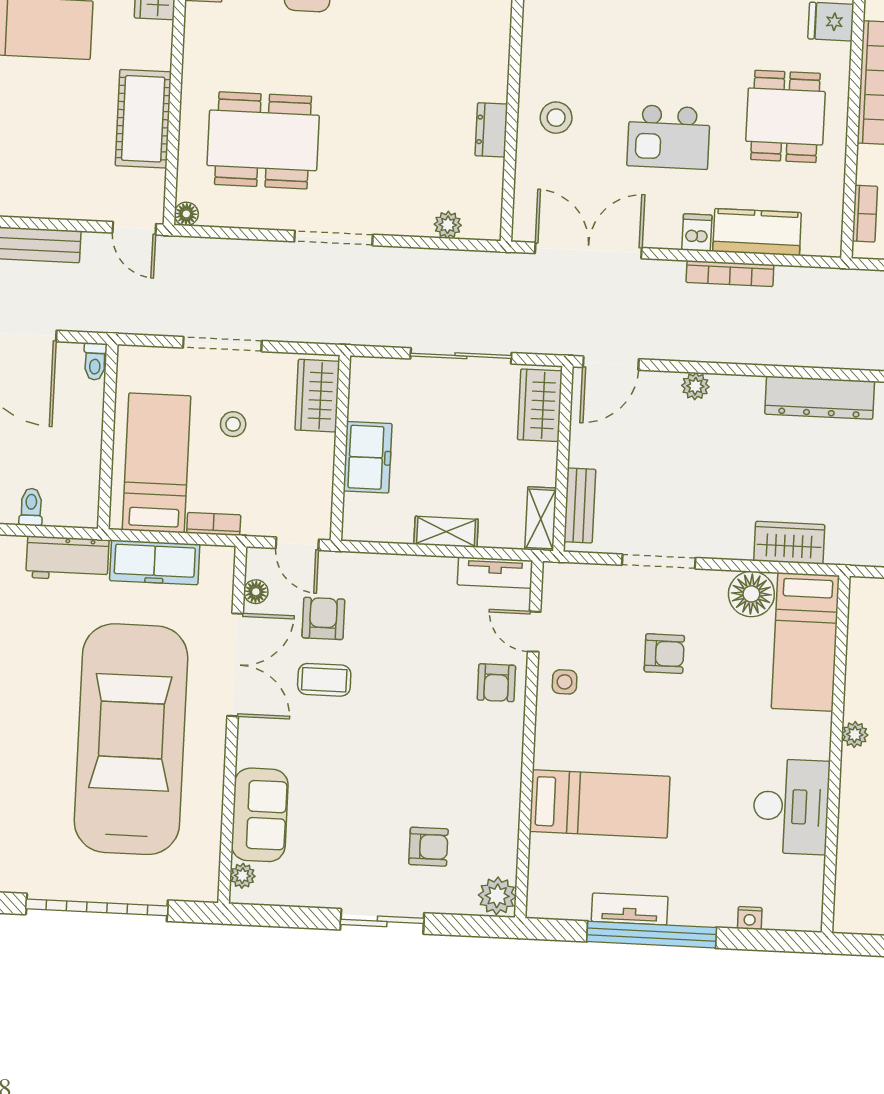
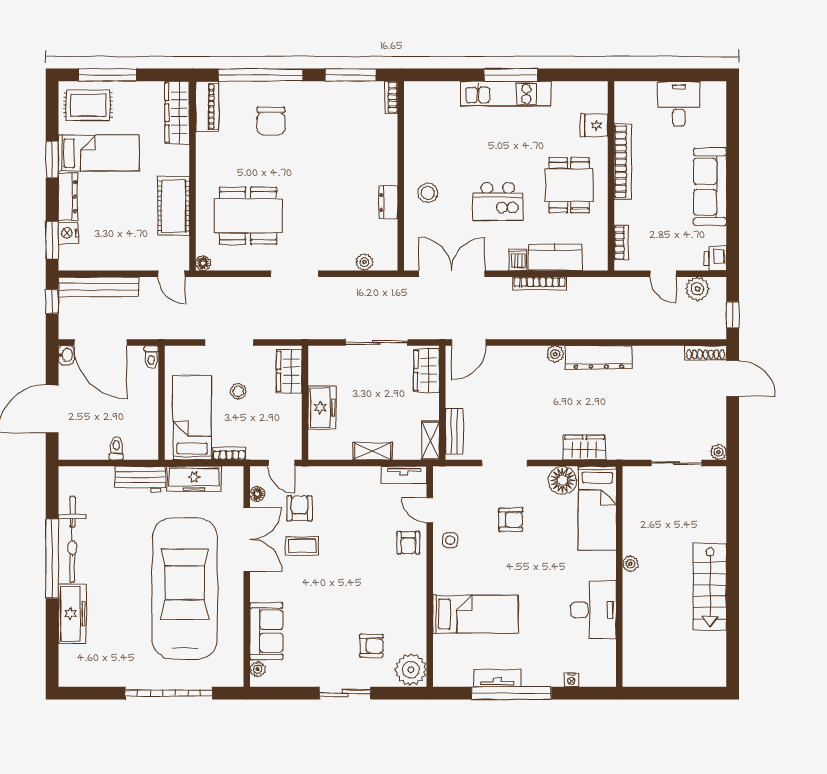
plant: (695, 386) -> (555, 354), moved
plant: (497, 896) -> (411, 670), width x1.36, depth x1.36

